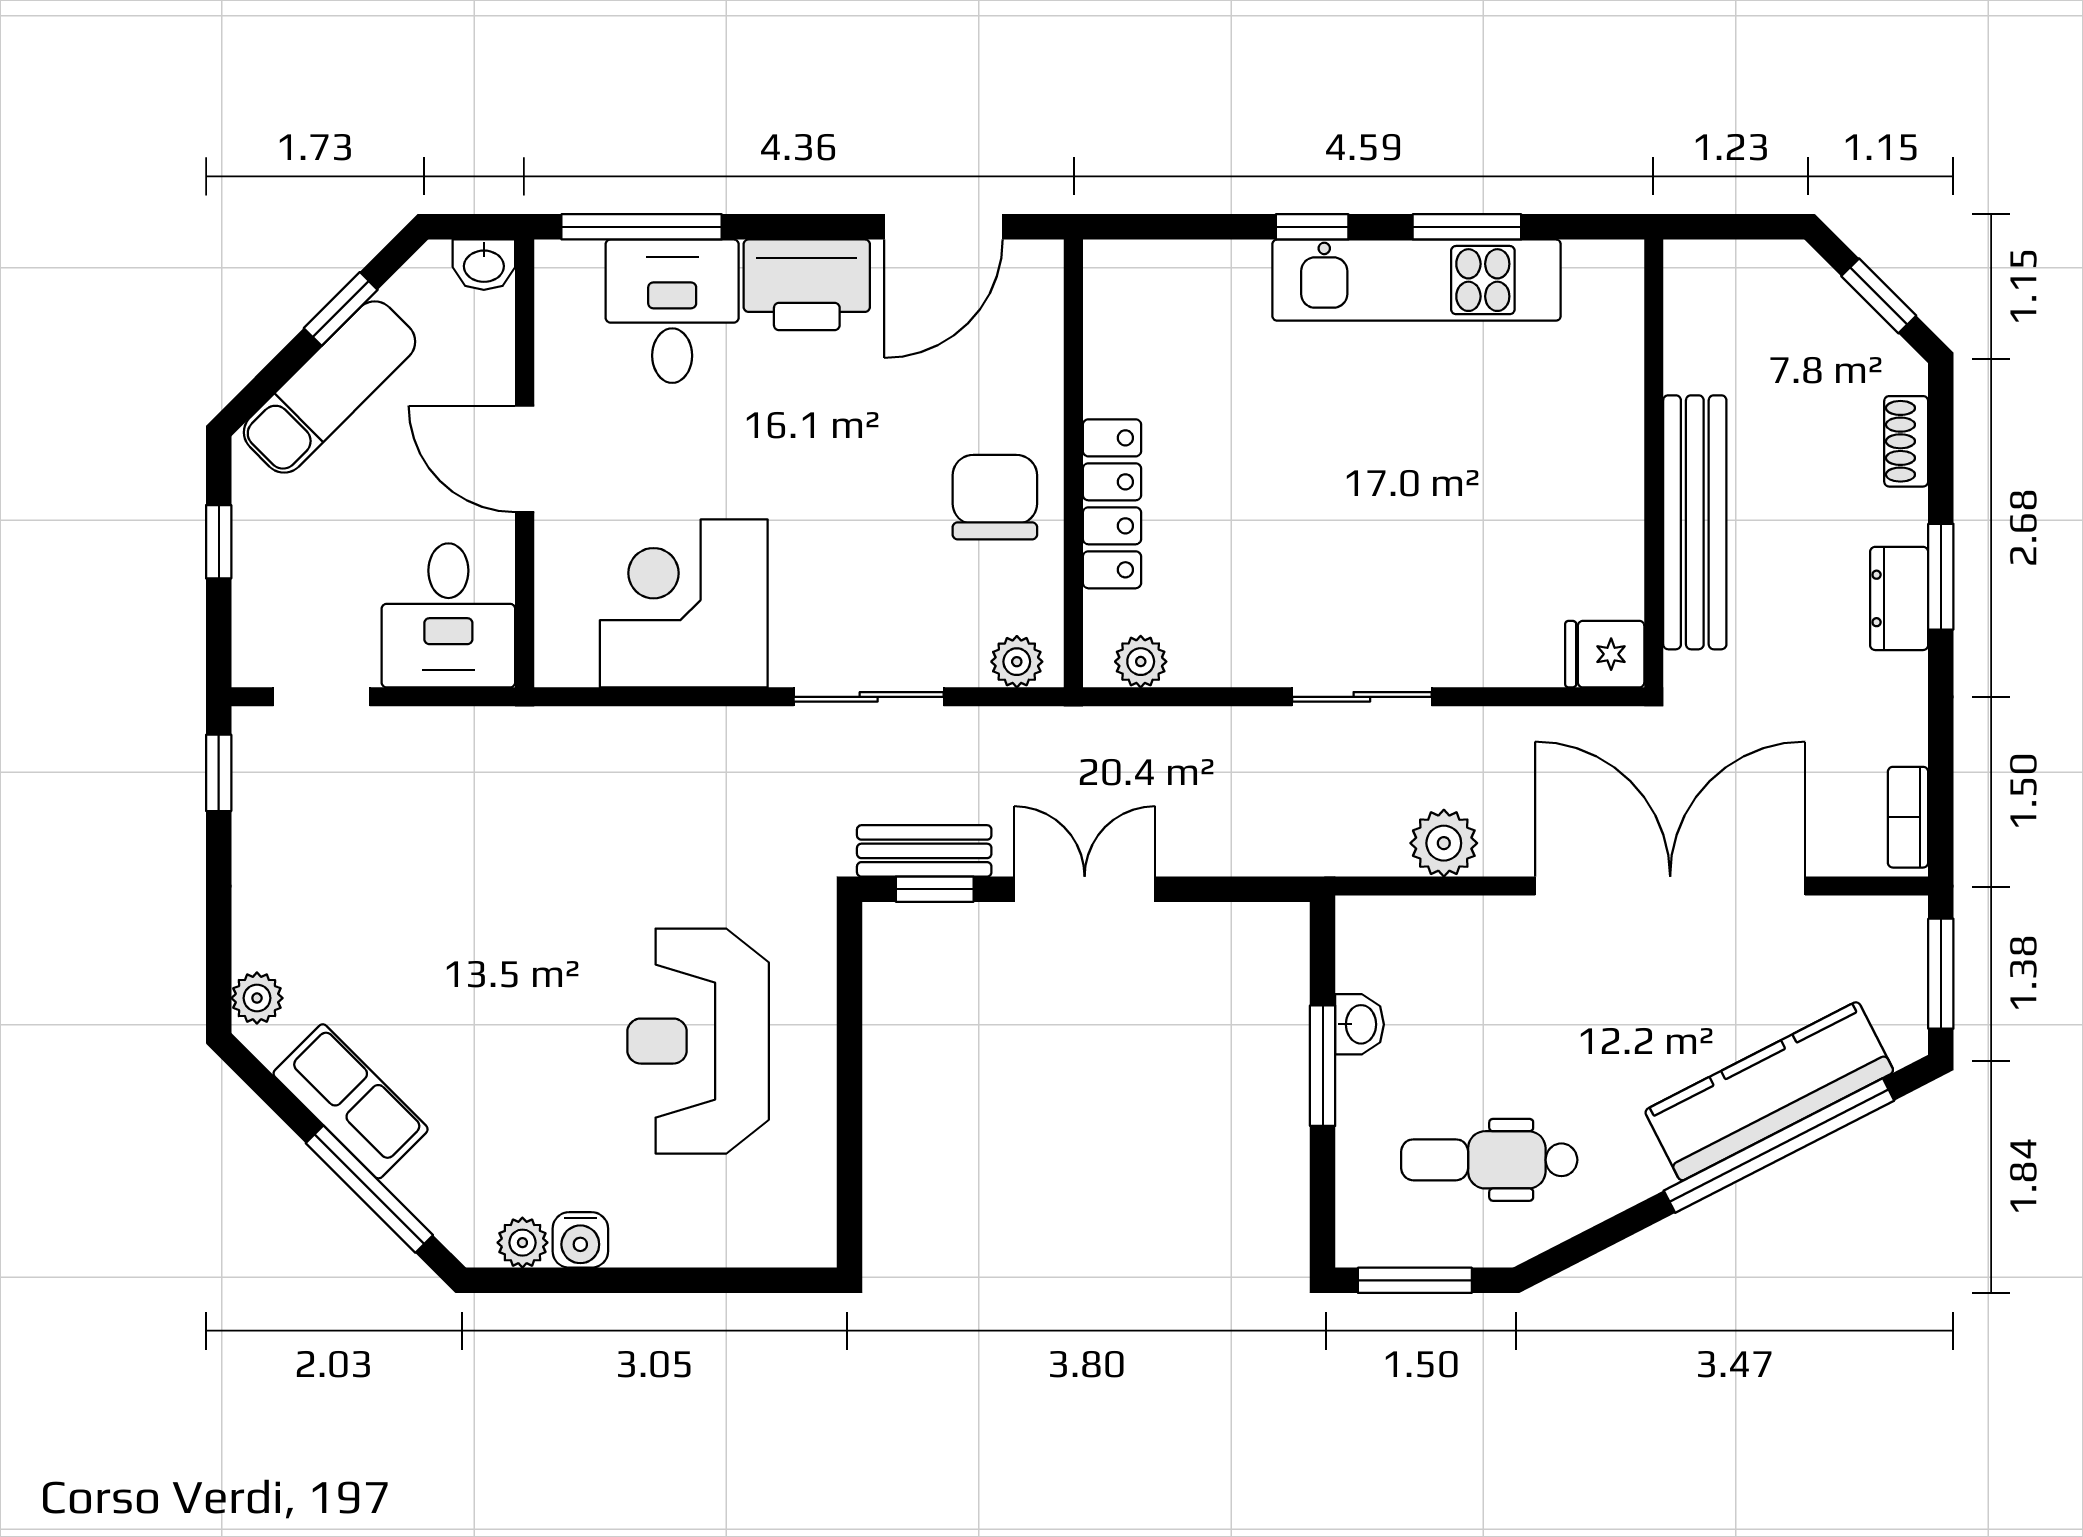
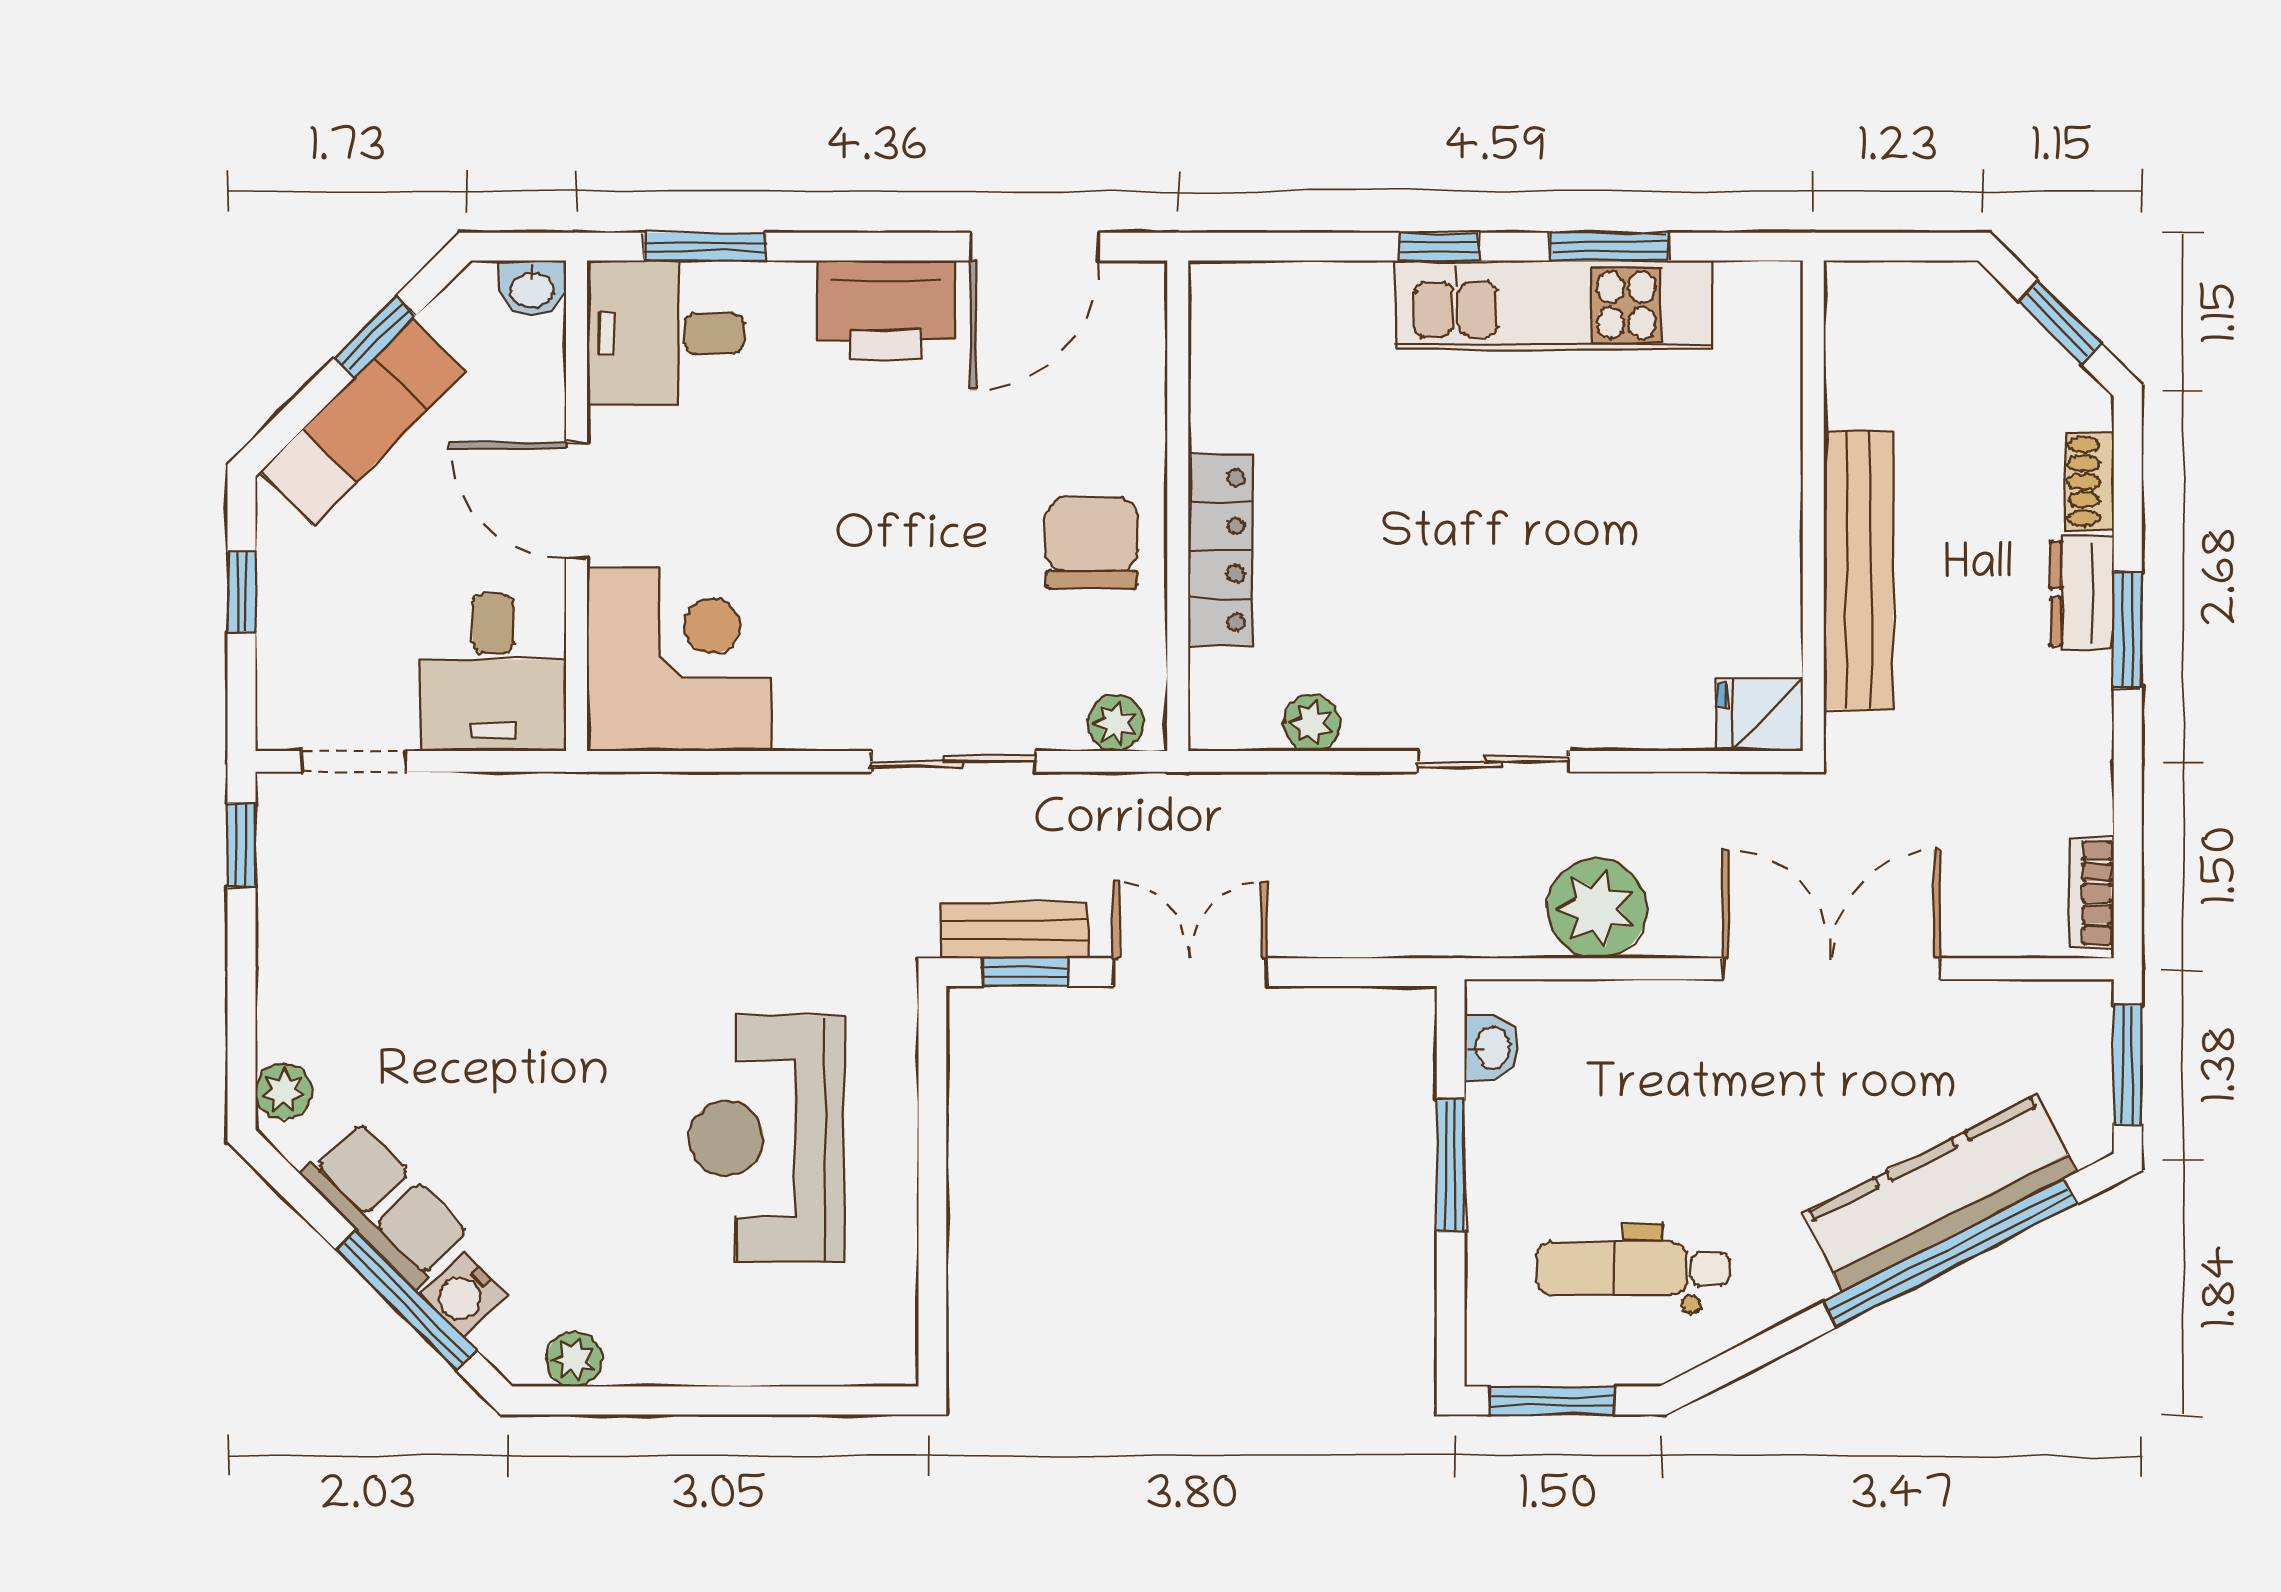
window: (642, 227) -> (705, 247), width x0.69
desk: (672, 311) -> (666, 333), moved, turned -90
dresser: (1899, 598) -> (2082, 593), moved
corner desk: (684, 603) -> (679, 659), moved, turned 90
plant: (1141, 662) -> (1312, 723), moved
plant: (1444, 843) -> (1597, 908), width x1.36, depth x1.36
double door: (1670, 886) -> (1831, 969), width x0.73
washbasin: (1360, 1024) -> (1491, 1048), moved
water cooler: (580, 1240) -> (463, 1295), moved, turned 45

